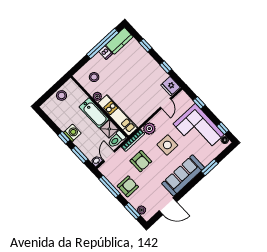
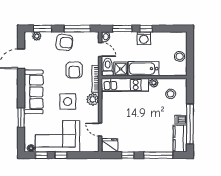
window: (145, 45) -> (158, 155), width x2.17
window: (199, 103) -> (61, 155), moved
armchair: (141, 161) -> (74, 70), turned -90
armchair: (128, 186) -> (64, 42), turned -83

